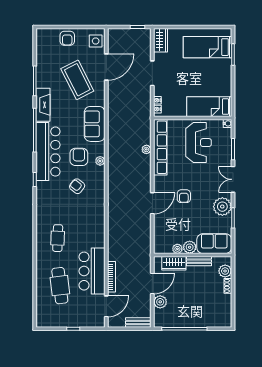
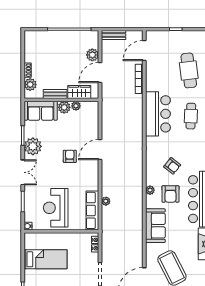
bed: (209, 107) -> (45, 259), moved
row of seats: (160, 147) -> (92, 210), width x0.73
bar counter: (92, 271) -> (158, 114), moved

